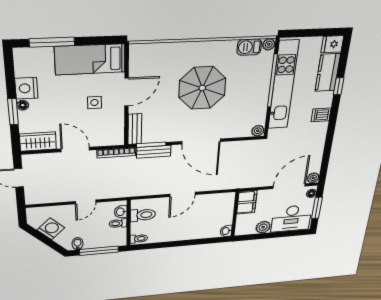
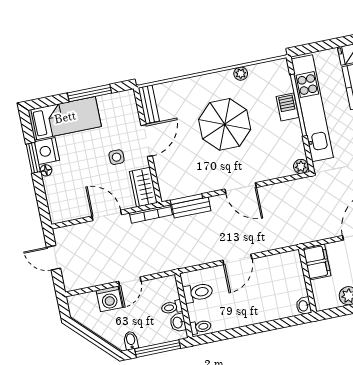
window: (52, 42) -> (89, 93), moved
plant: (269, 44) -> (241, 74), moved
barbecue: (249, 47) -> (287, 107), moved, turned 90
bed: (90, 59) -> (65, 118), moved, turned 180
window: (13, 112) -> (33, 158), moved
bench: (135, 129) -> (149, 104), moved
wardrobe: (38, 142) -> (143, 187), moved, turned -90
door: (201, 142) -> (241, 188), width x0.73
washbasin: (121, 212) -> (178, 323), moved
washing machine: (51, 229) -> (109, 299), moved, turned 135

